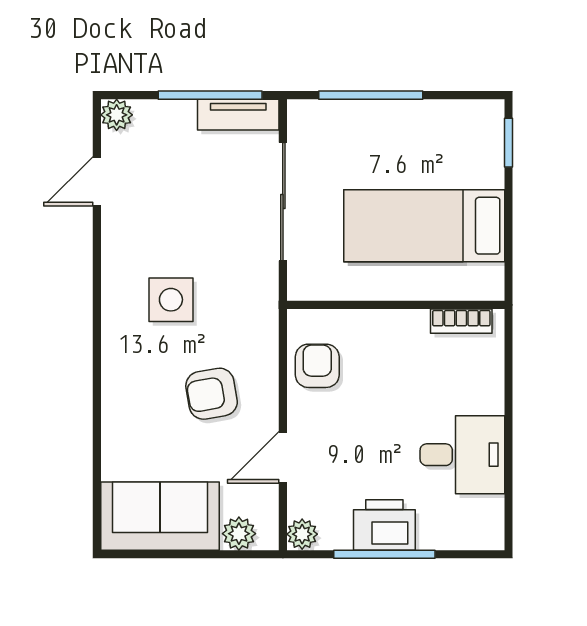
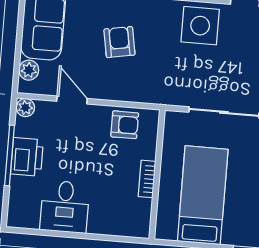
side table: (171, 300) -> (200, 26), moved, width x1.37, depth x1.37
bookcase: (461, 321) -> (147, 179), moved
armchair: (212, 394) -> (119, 42), moved

